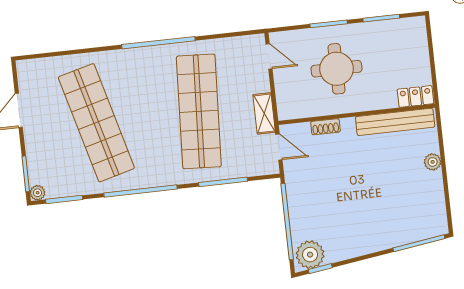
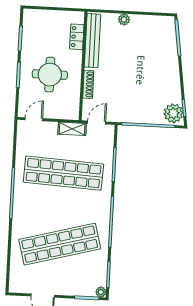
locker: (415, 96) -> (77, 37), moved
shoe rack: (325, 127) -> (88, 84), width x1.43

